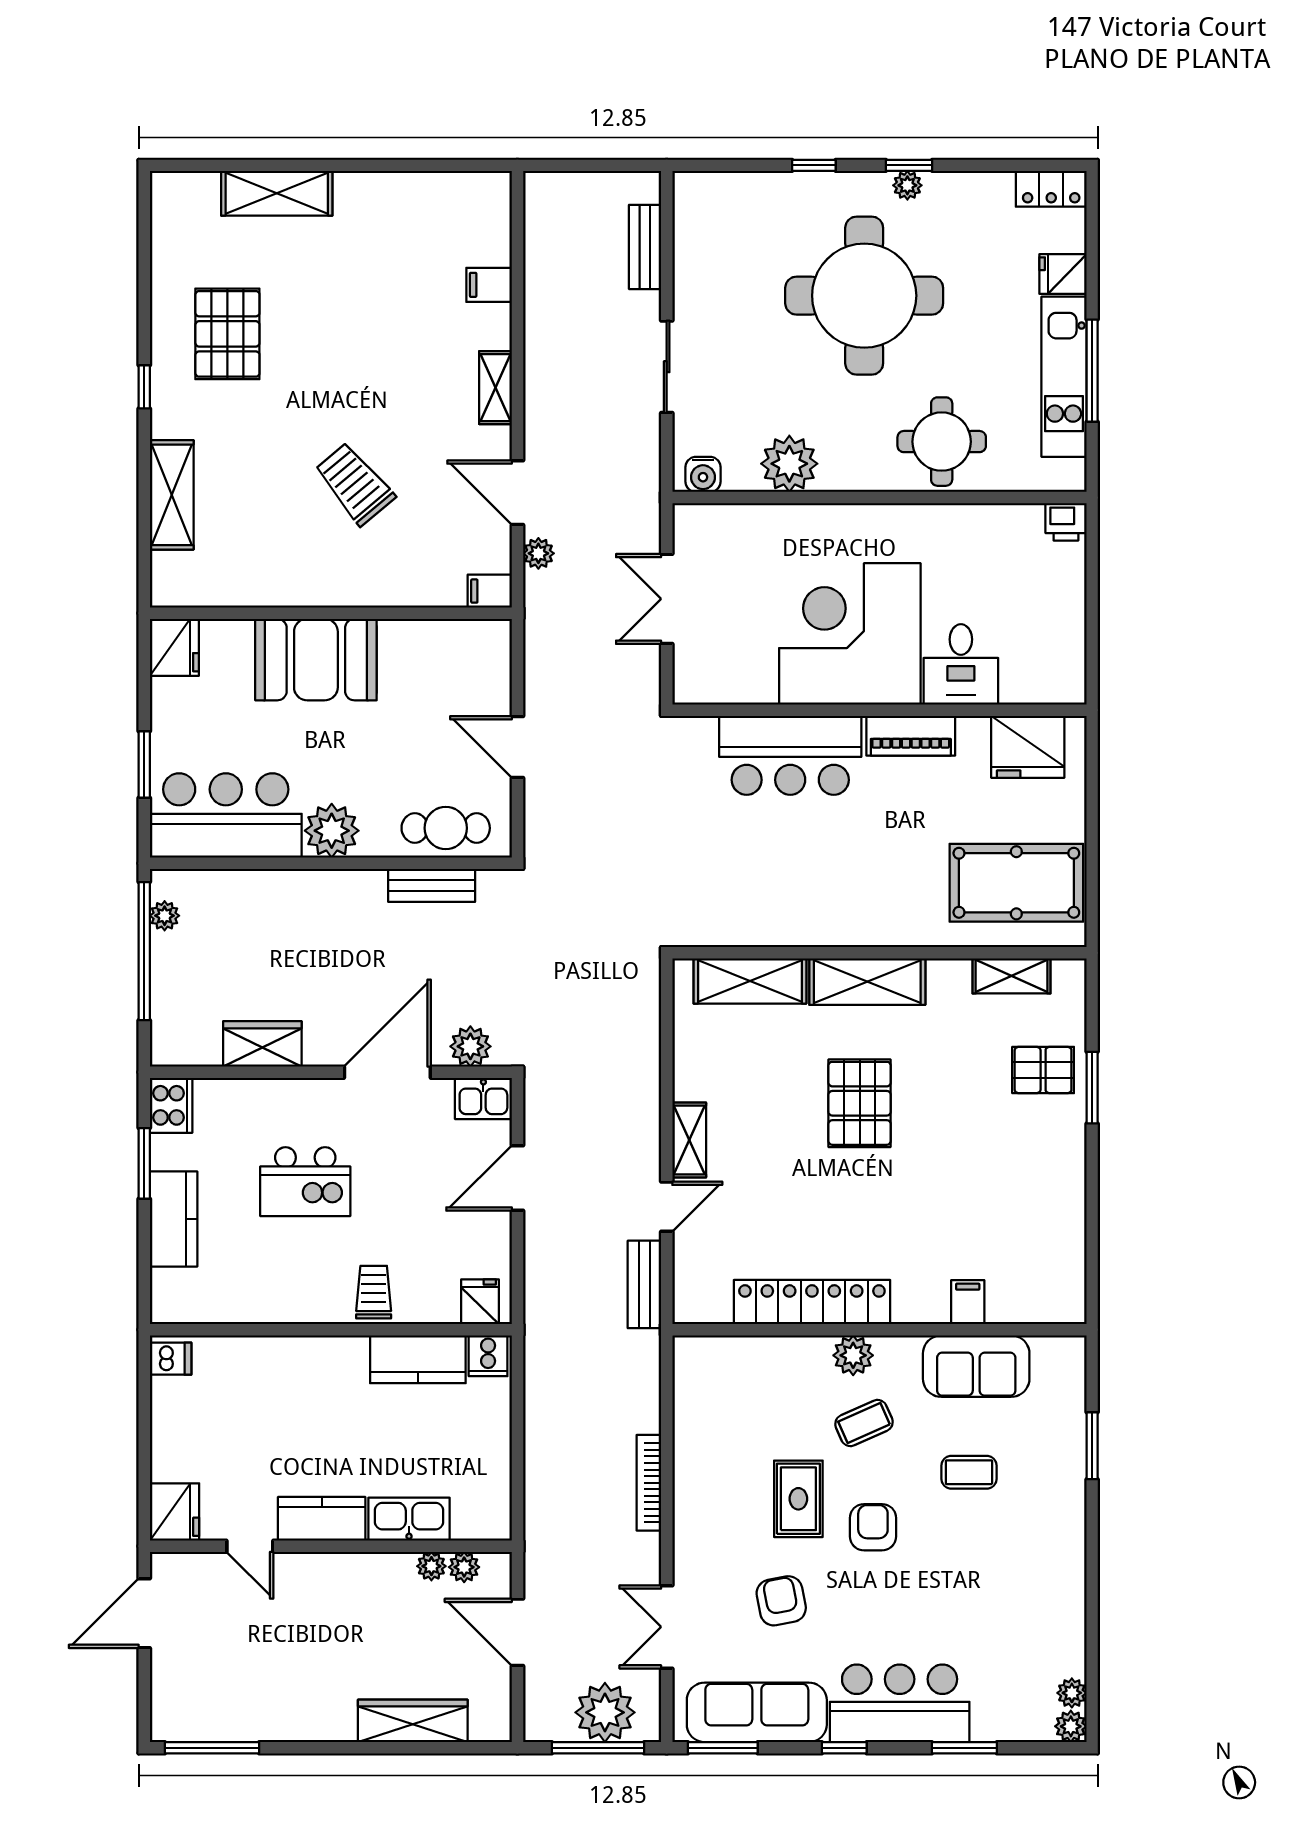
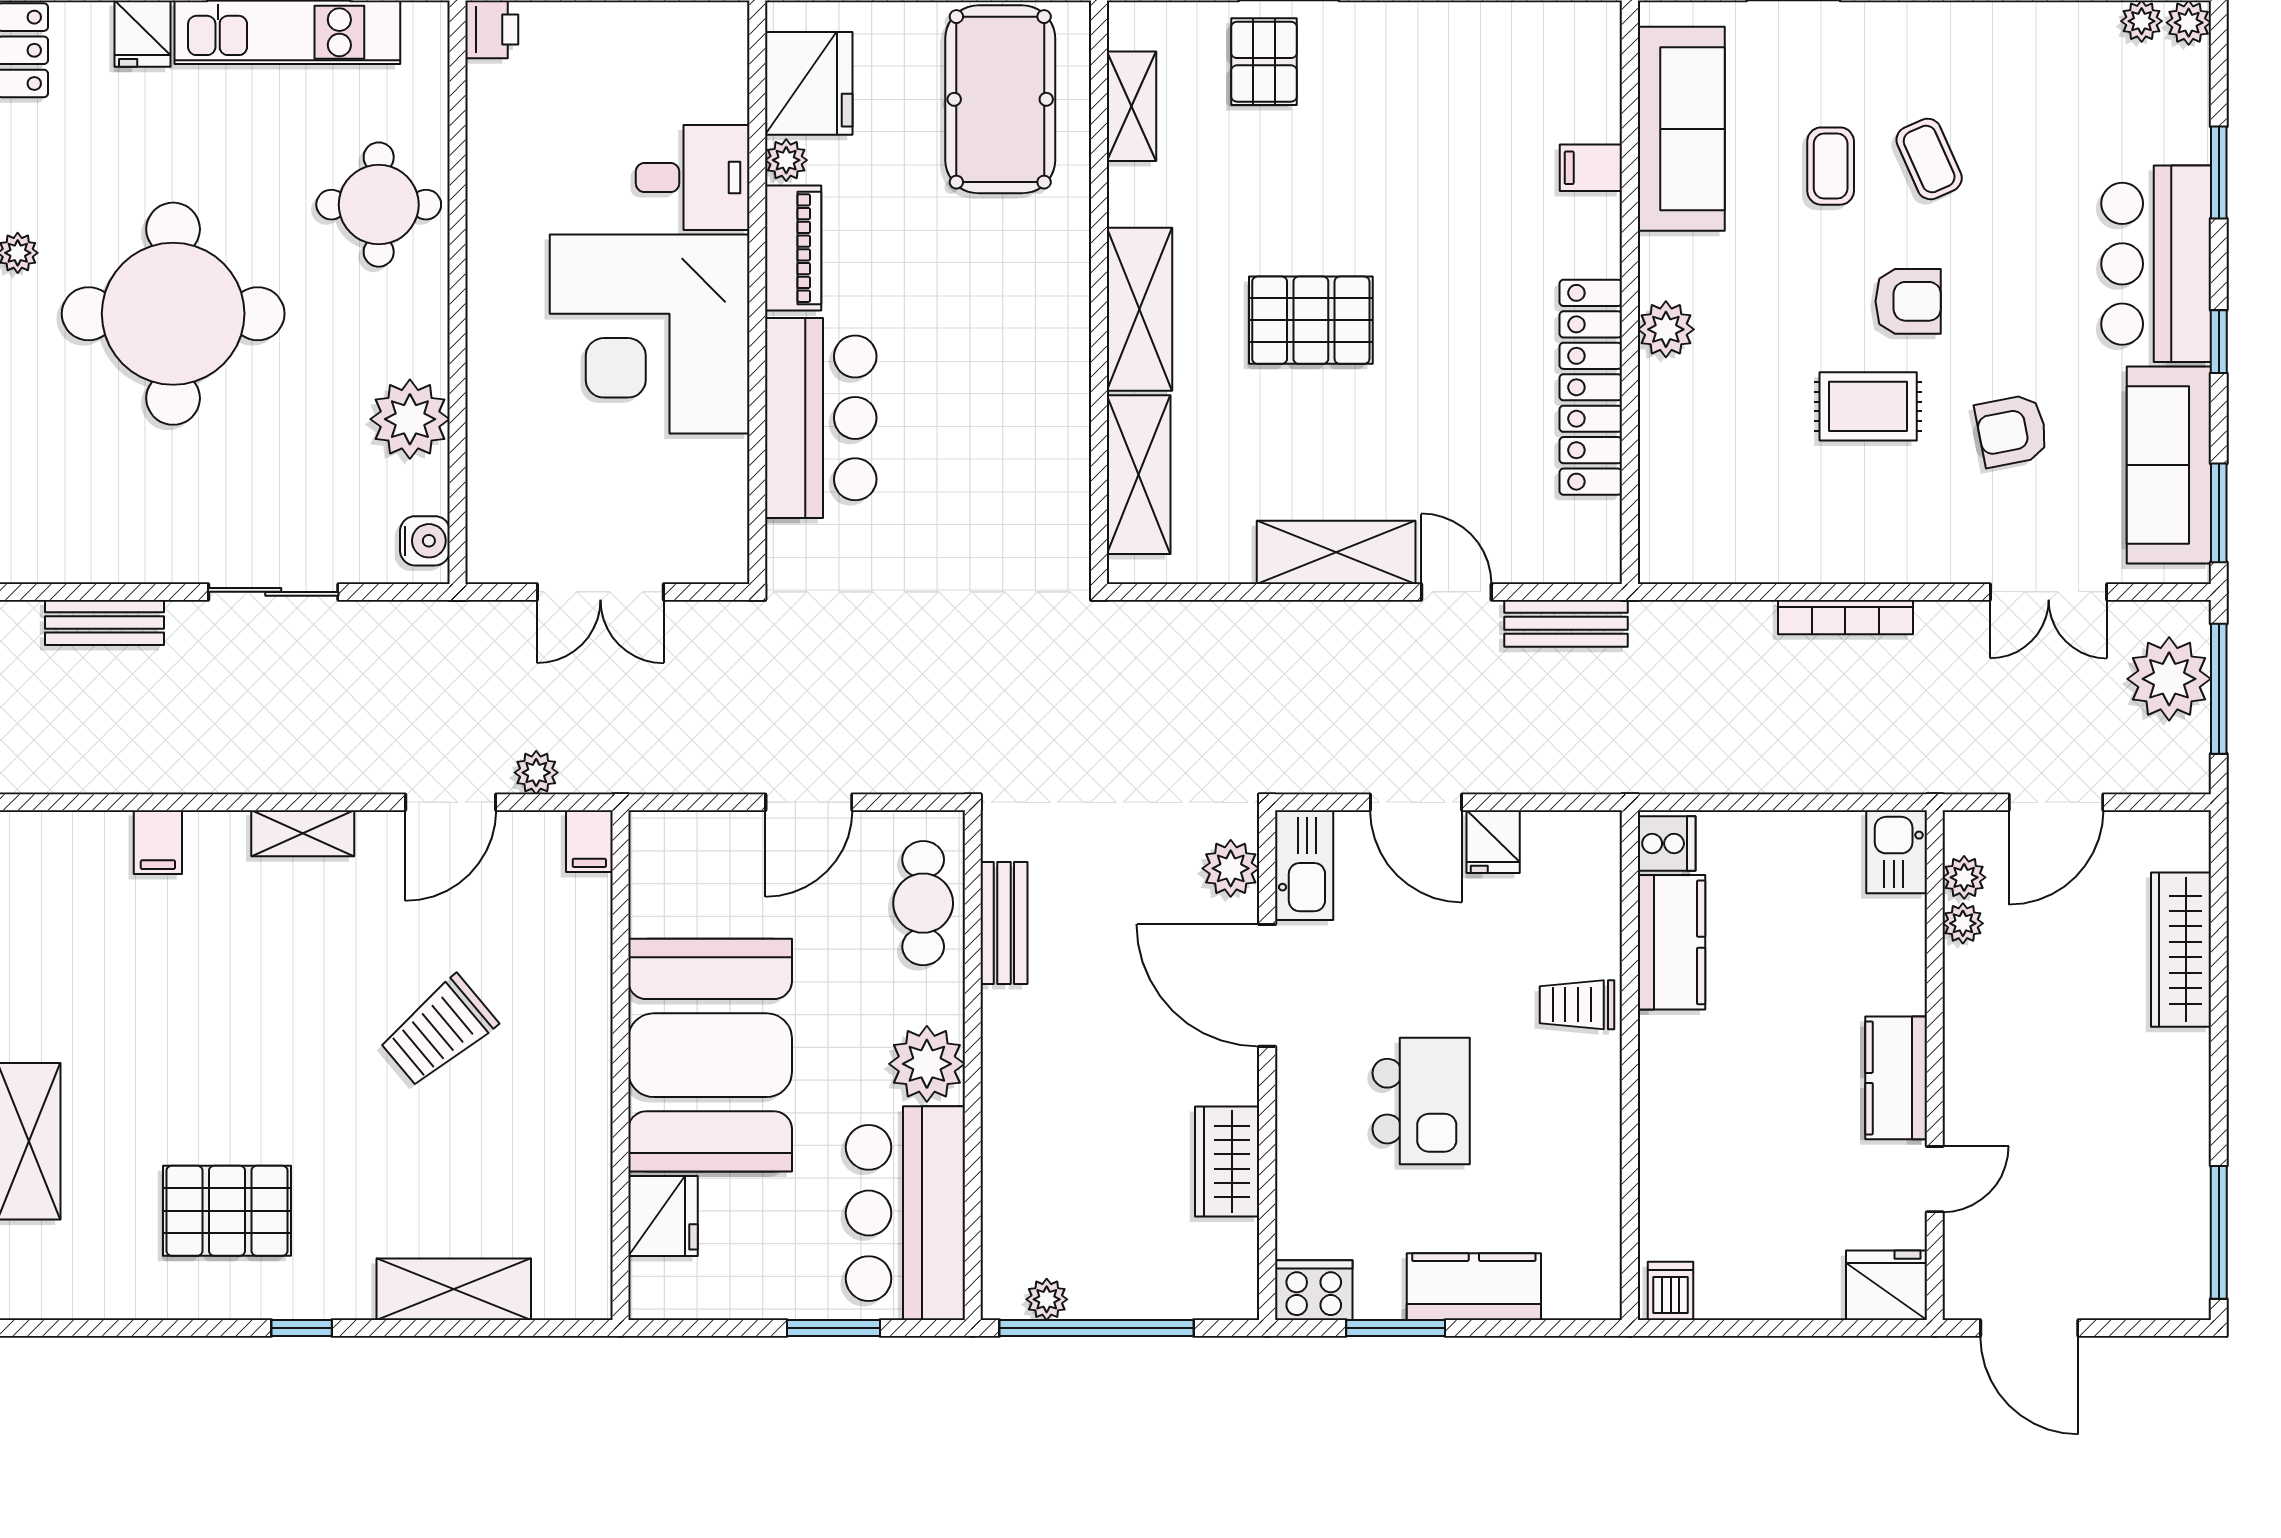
fridge: (174, 647) -> (663, 1216), moved, turned 90
booth: (316, 660) -> (710, 1055), width x1.36, depth x1.42
plant: (973, 731) -> (786, 160), added
kitchen sink: (483, 1098) -> (1304, 865), width x1.38
shelving: (689, 1140) -> (1336, 552), width x1.50, depth x1.33
fridge: (480, 1302) -> (1493, 842), moved, turned -90
sofa: (976, 1366) -> (1681, 129), width x1.36
coffee table: (864, 1423) -> (1929, 159), moved
kitchen sink: (409, 1519) -> (1897, 852), moved, width x0.73
armchair: (873, 1527) -> (1908, 301), turned 180

